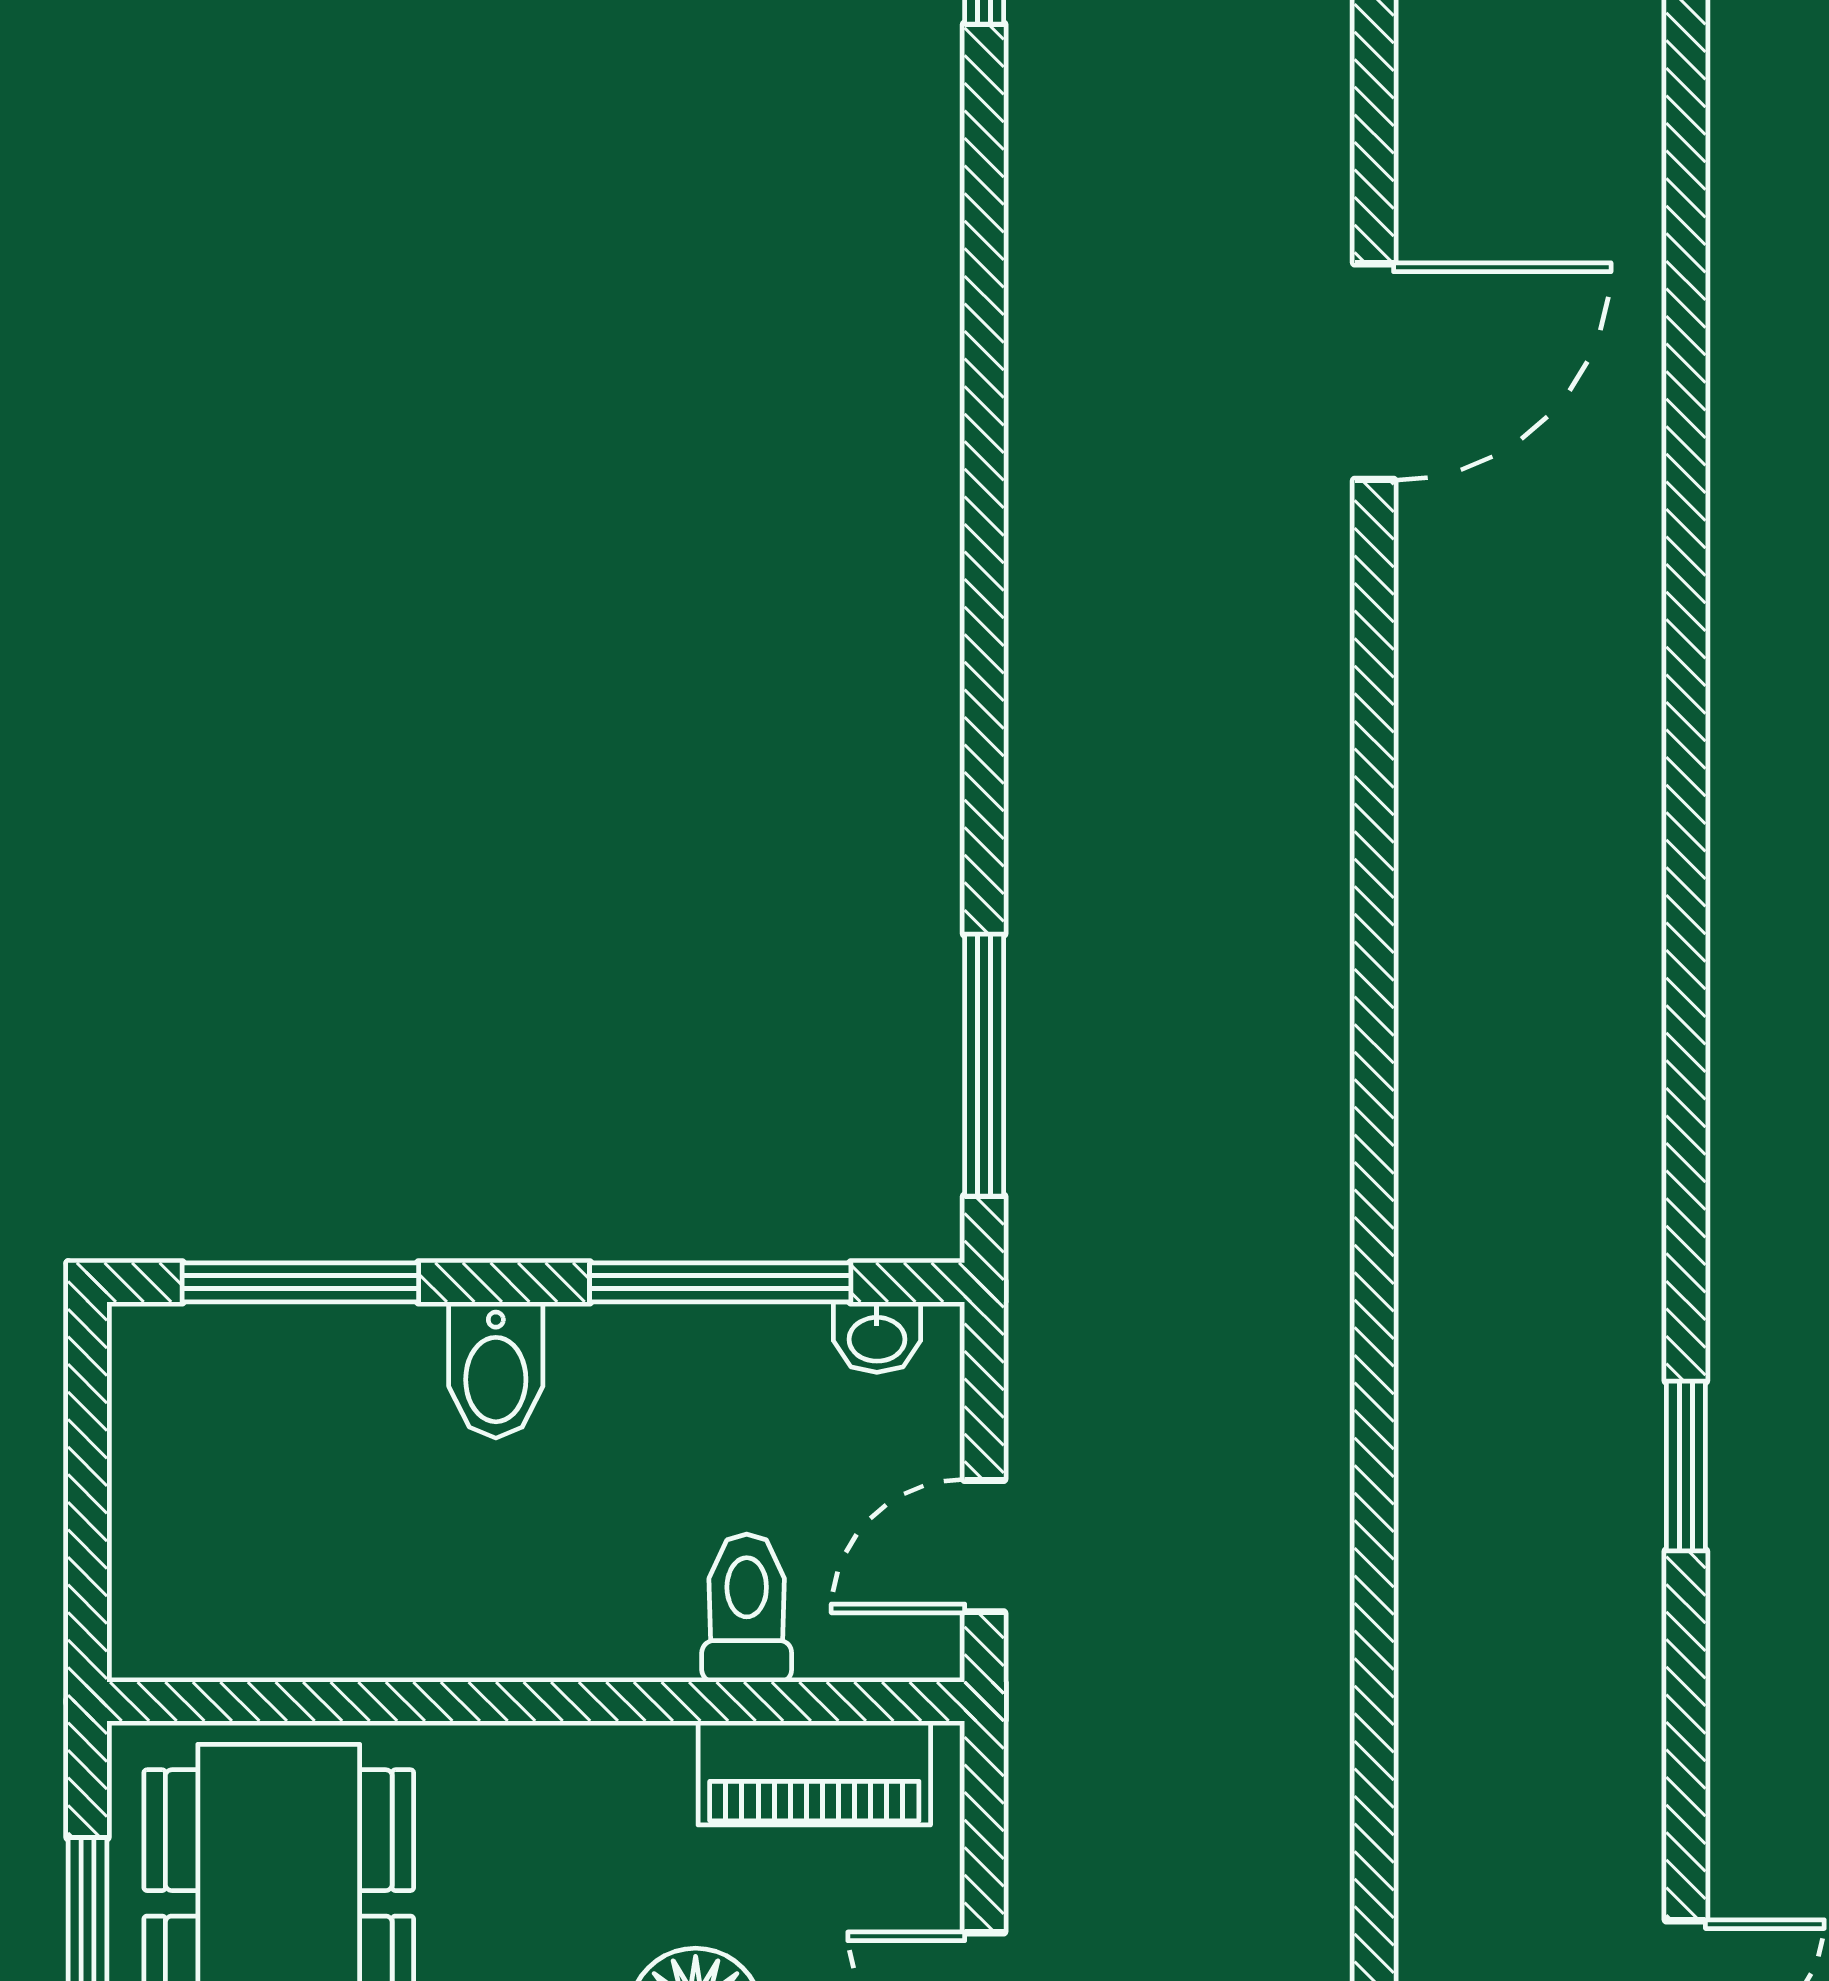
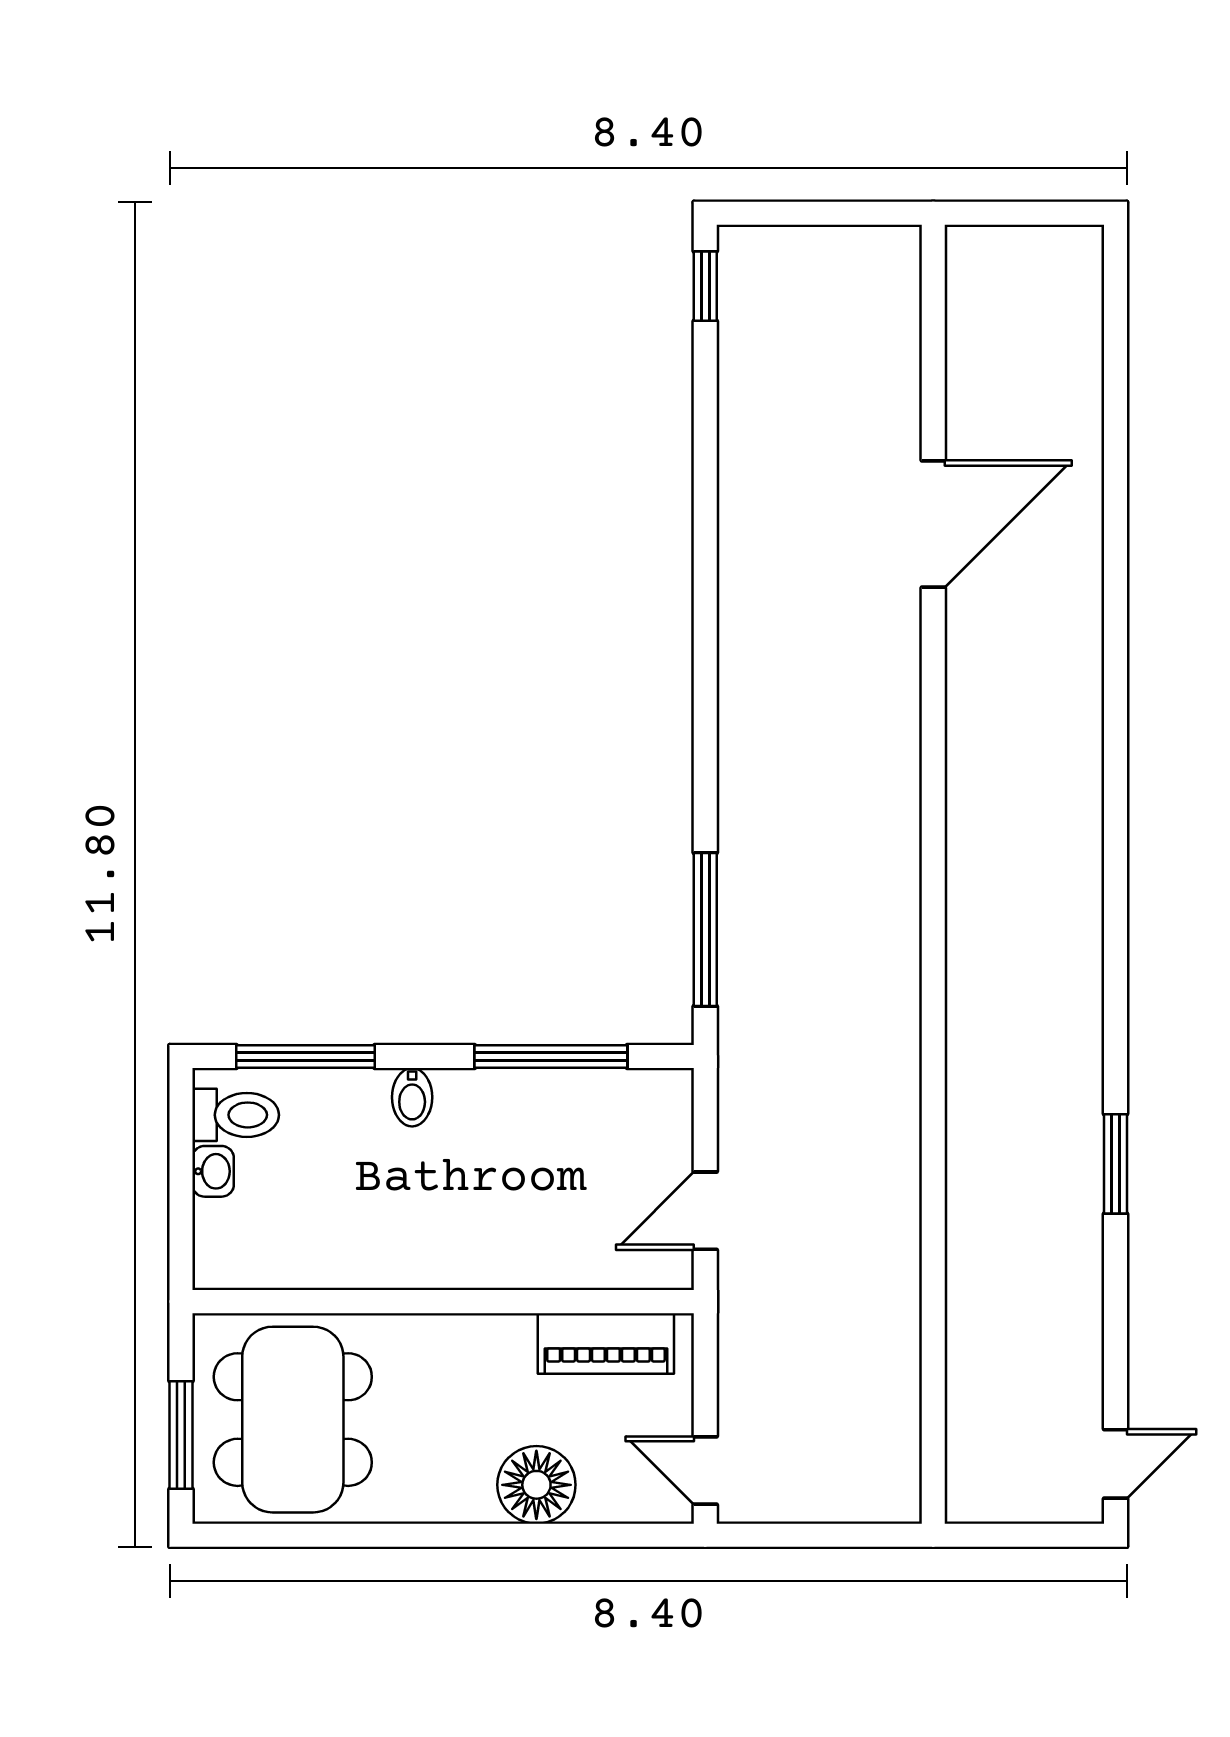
washbasin: (877, 1337) -> (213, 1171), moved, turned -90
bidet: (496, 1370) -> (412, 1097), width x0.72, depth x0.74
toilet: (747, 1608) -> (236, 1115), moved, turned 90

